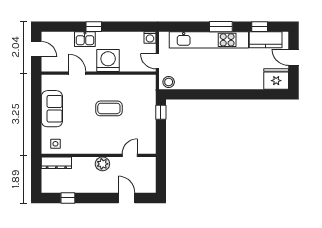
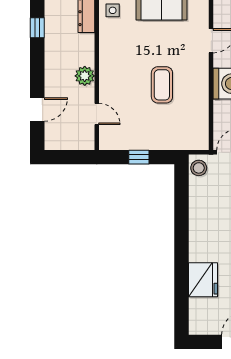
fridge: (276, 79) -> (203, 280), moved
window: (161, 112) -> (139, 157), moved

